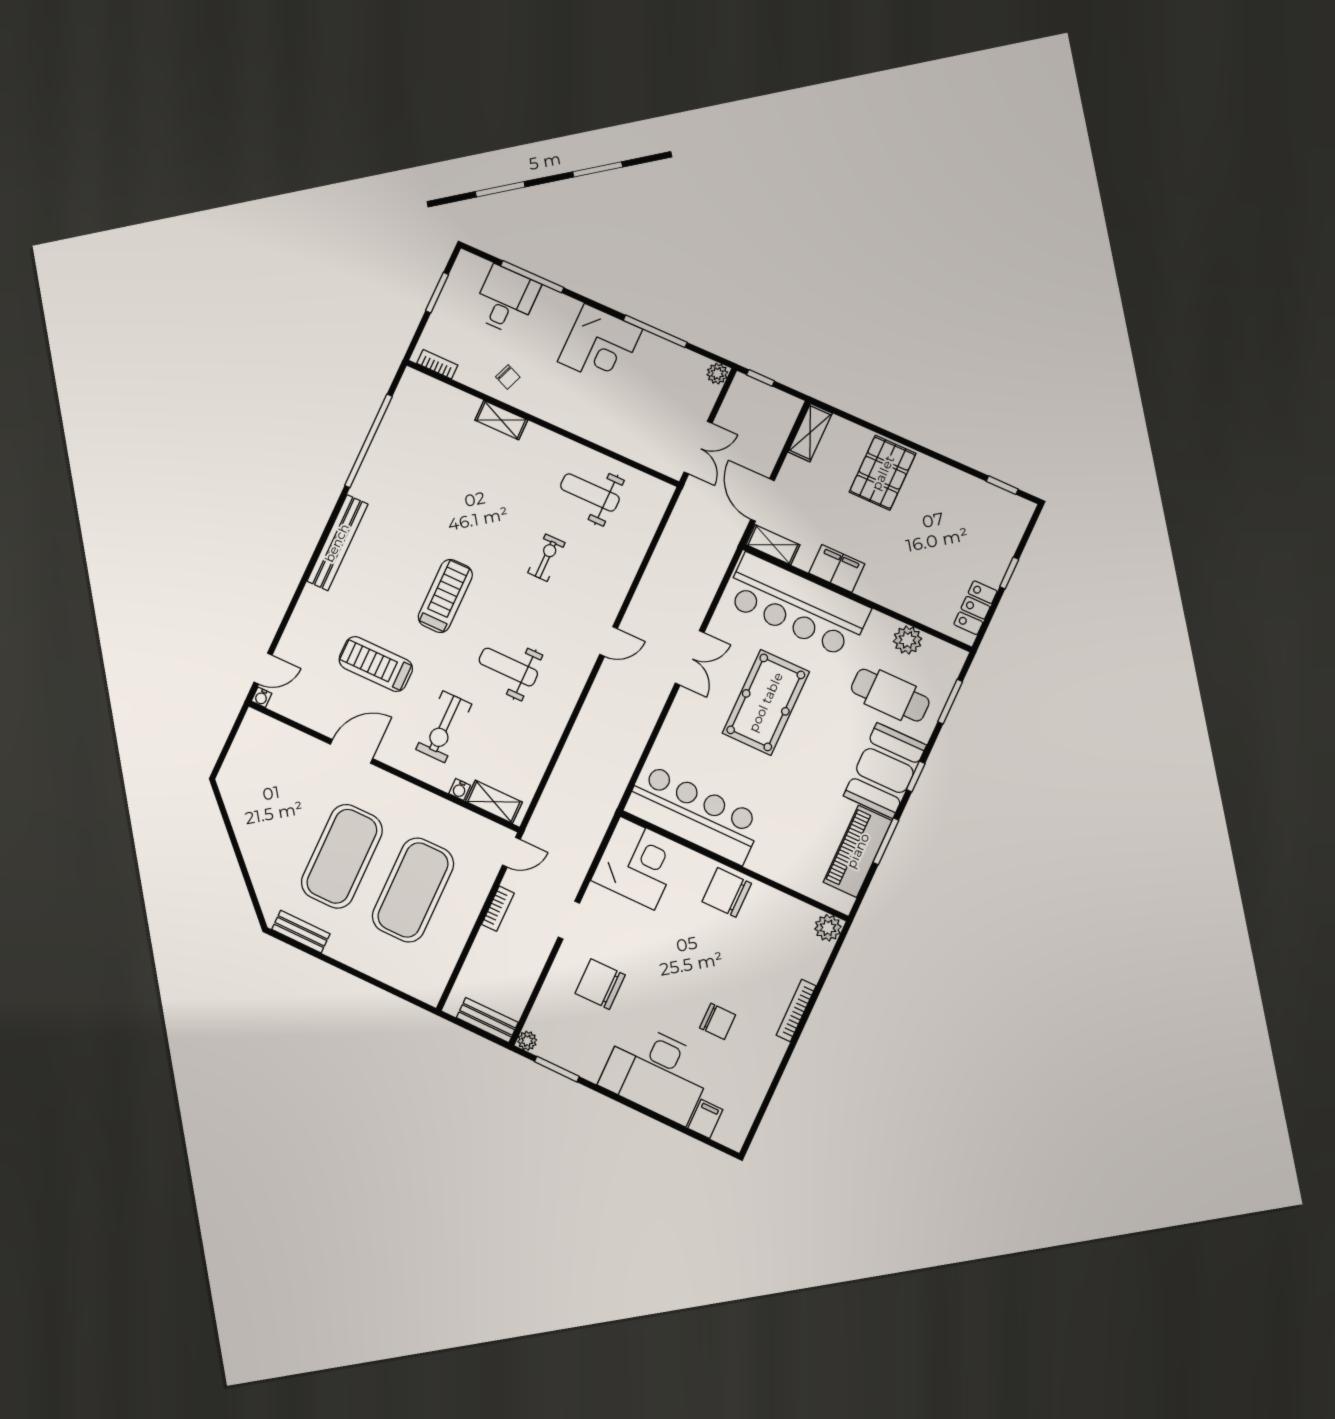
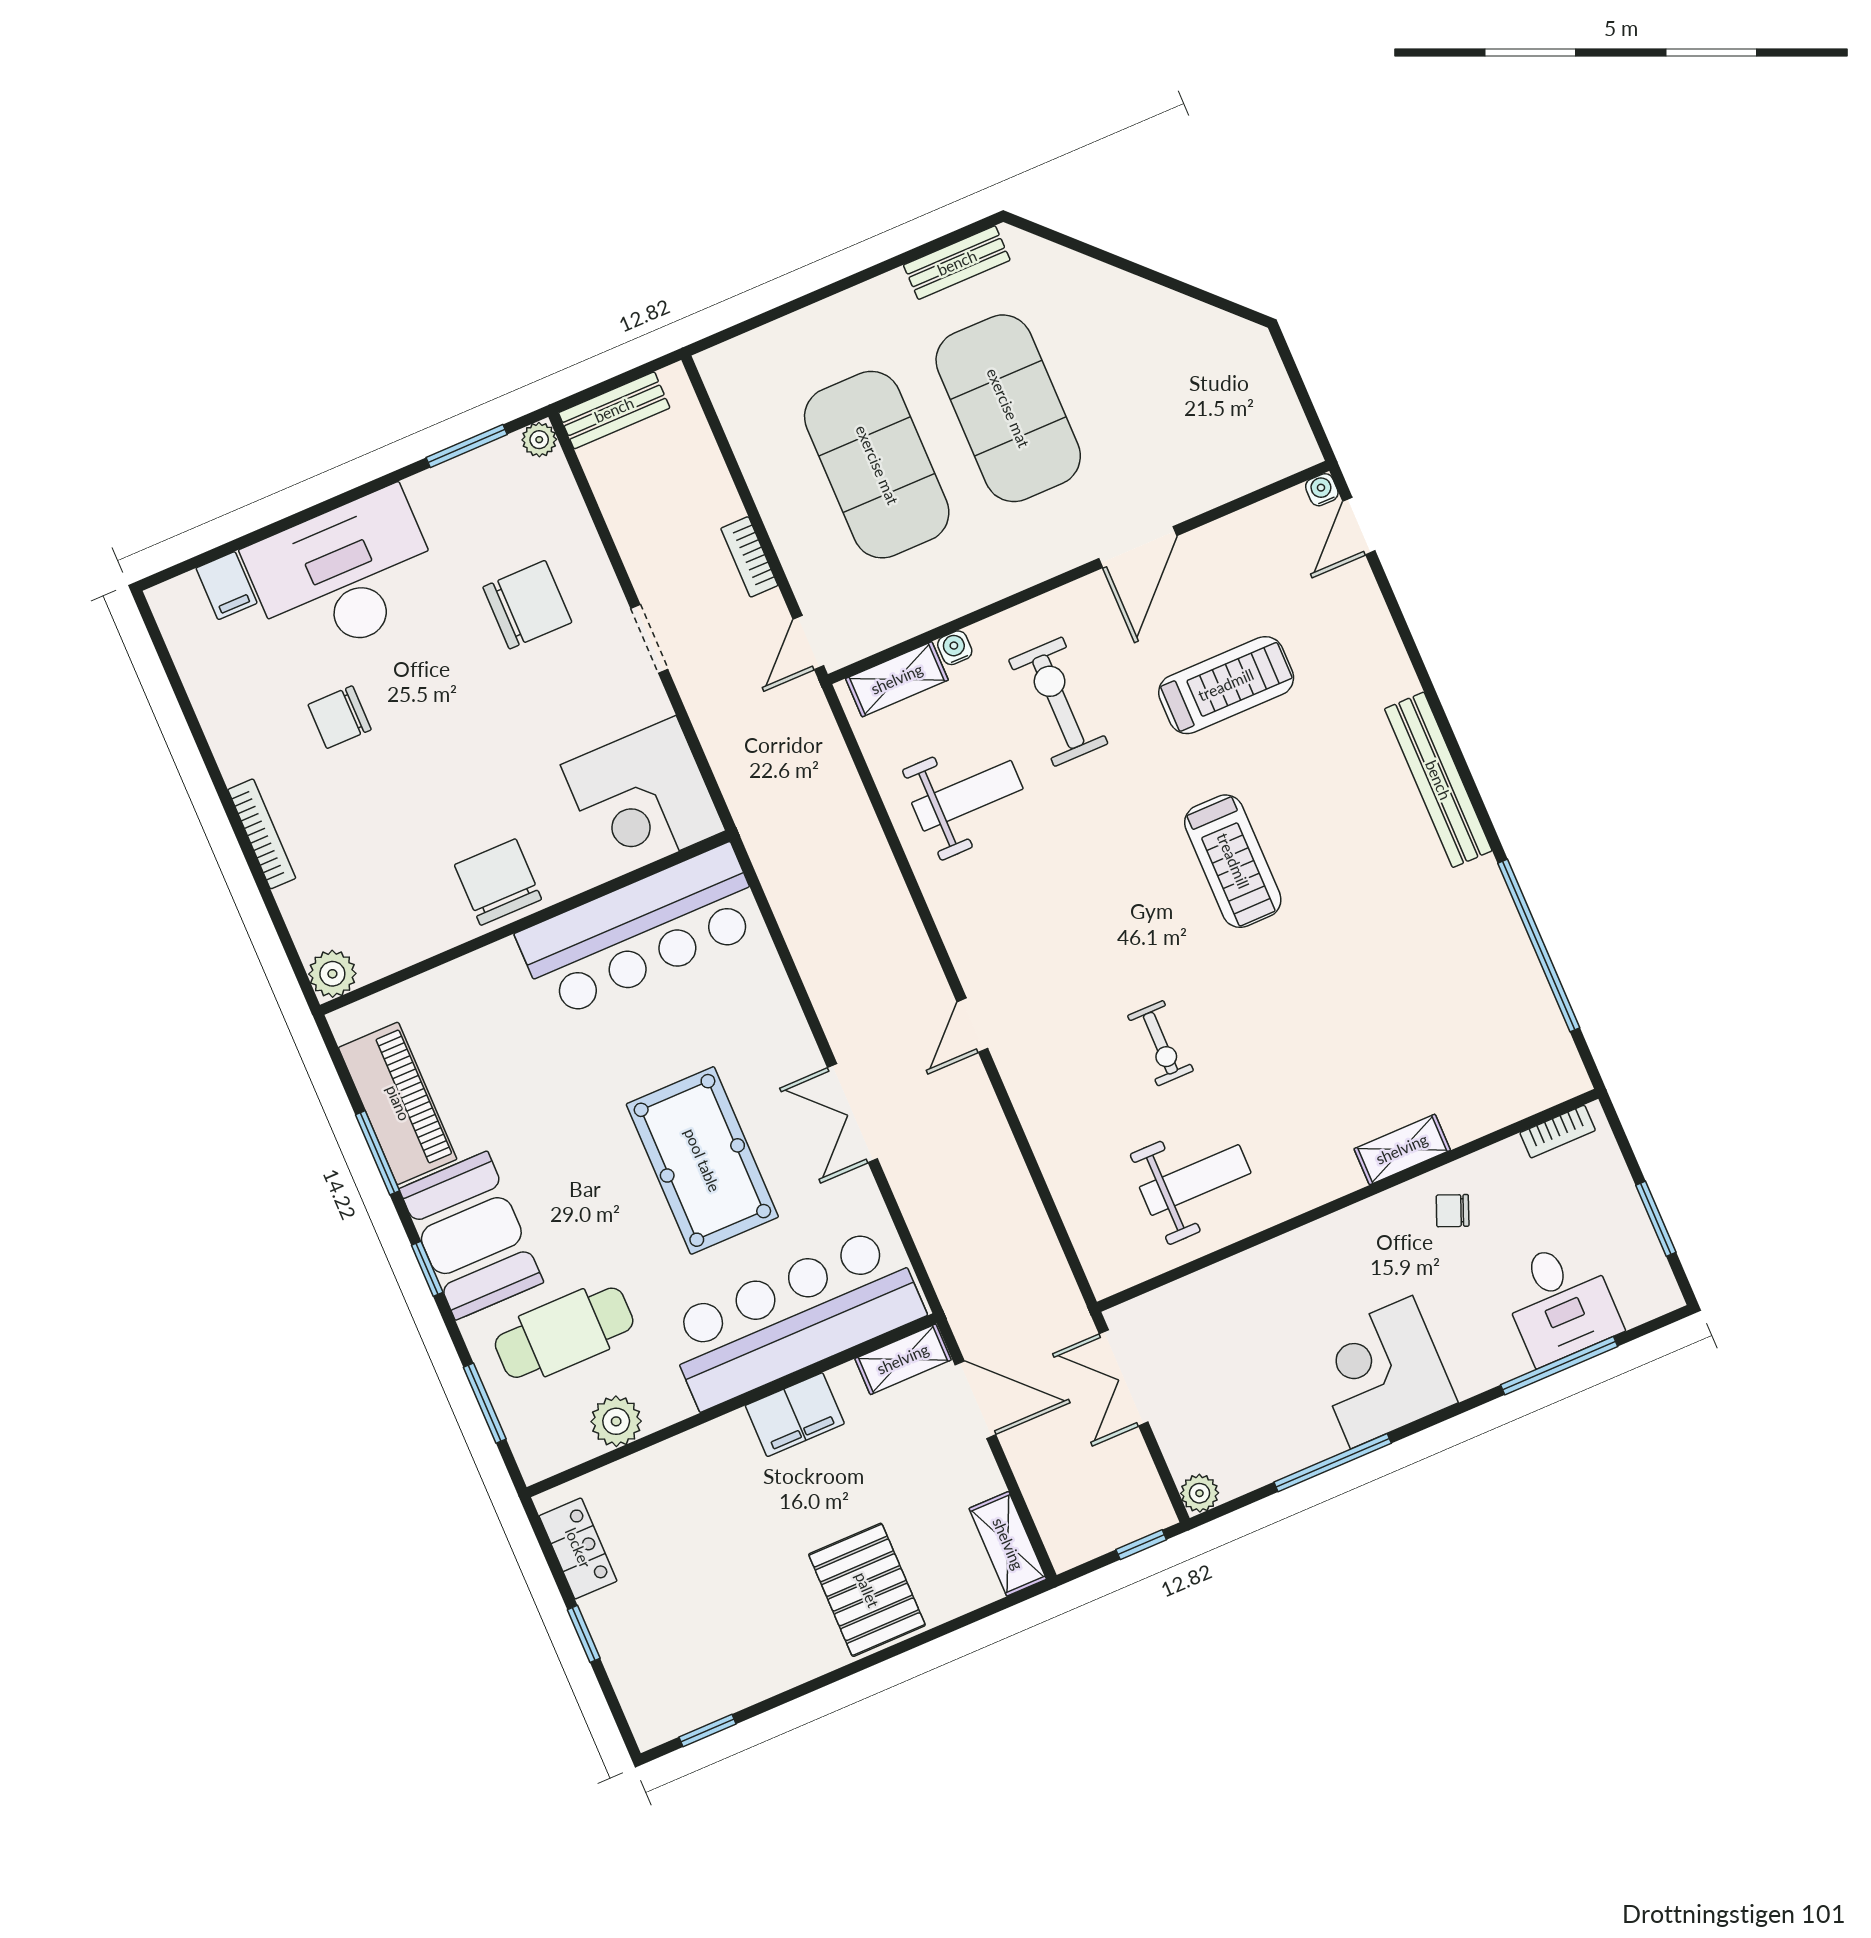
weight bench: (508, 667) -> (967, 796), moved
chair: (727, 892) -> (498, 882), turned -90

